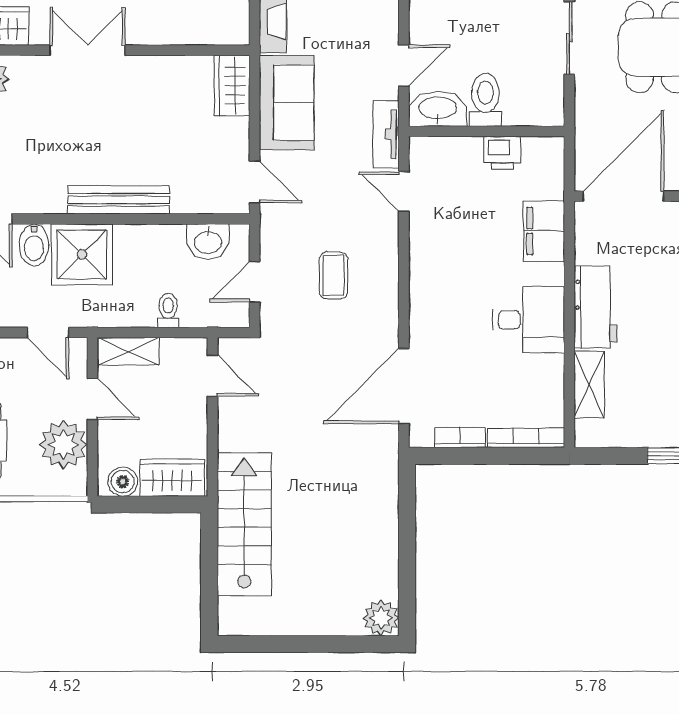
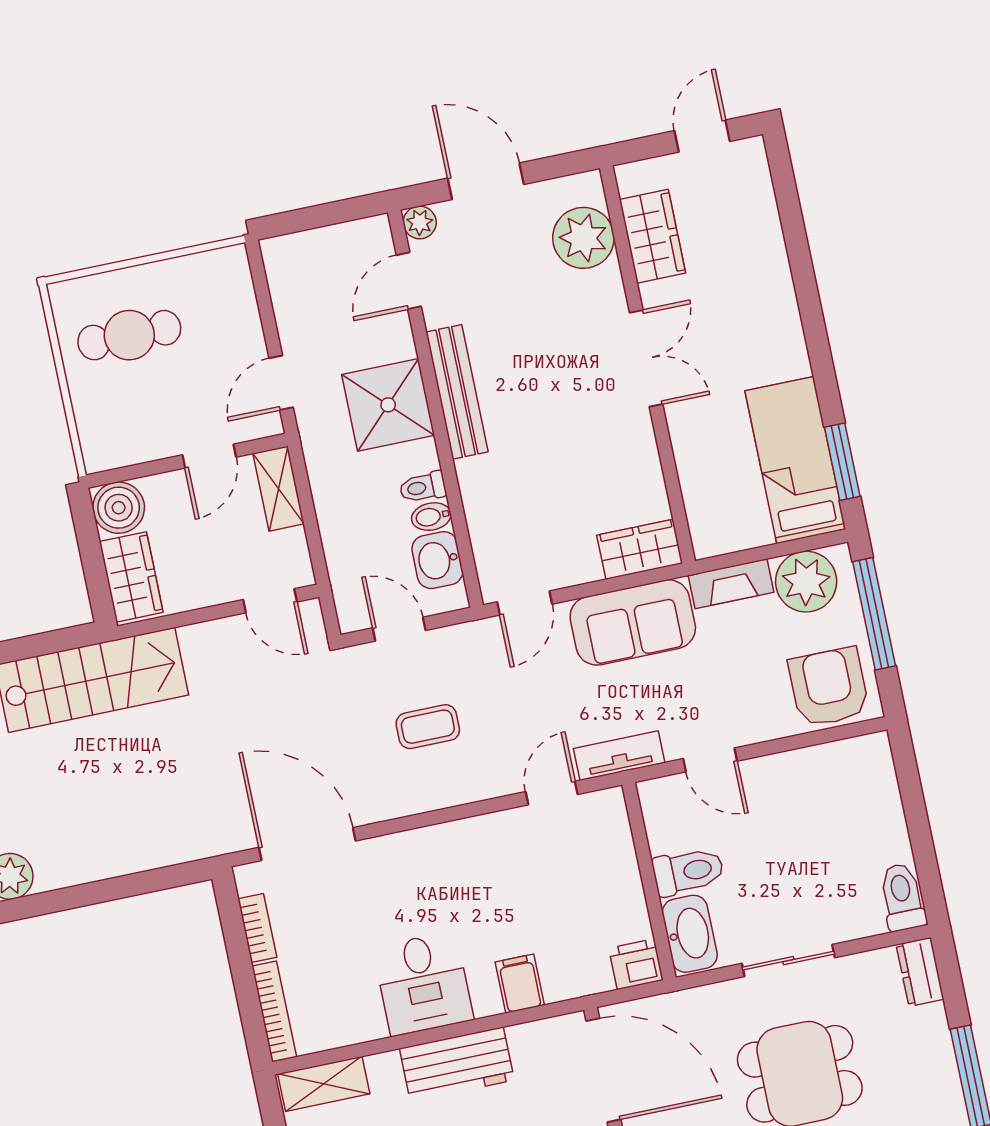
washbasin: (438, 109) -> (690, 934), moved
printer: (502, 153) -> (636, 964), moved, turned 90
bench: (119, 200) -> (457, 392), moved
filing cabinet: (544, 231) -> (520, 984), width x0.50
bidet: (34, 245) -> (431, 517), moved, width x0.72, depth x0.74
toilet: (168, 310) -> (423, 487), moved, turned 180
door: (212, 376) -> (270, 601), hinge flipped
shelving: (589, 385) -> (324, 1084), moved
plant: (64, 445) -> (144, 432), removed
boiler: (123, 482) -> (119, 508), width x1.36, depth x1.36

